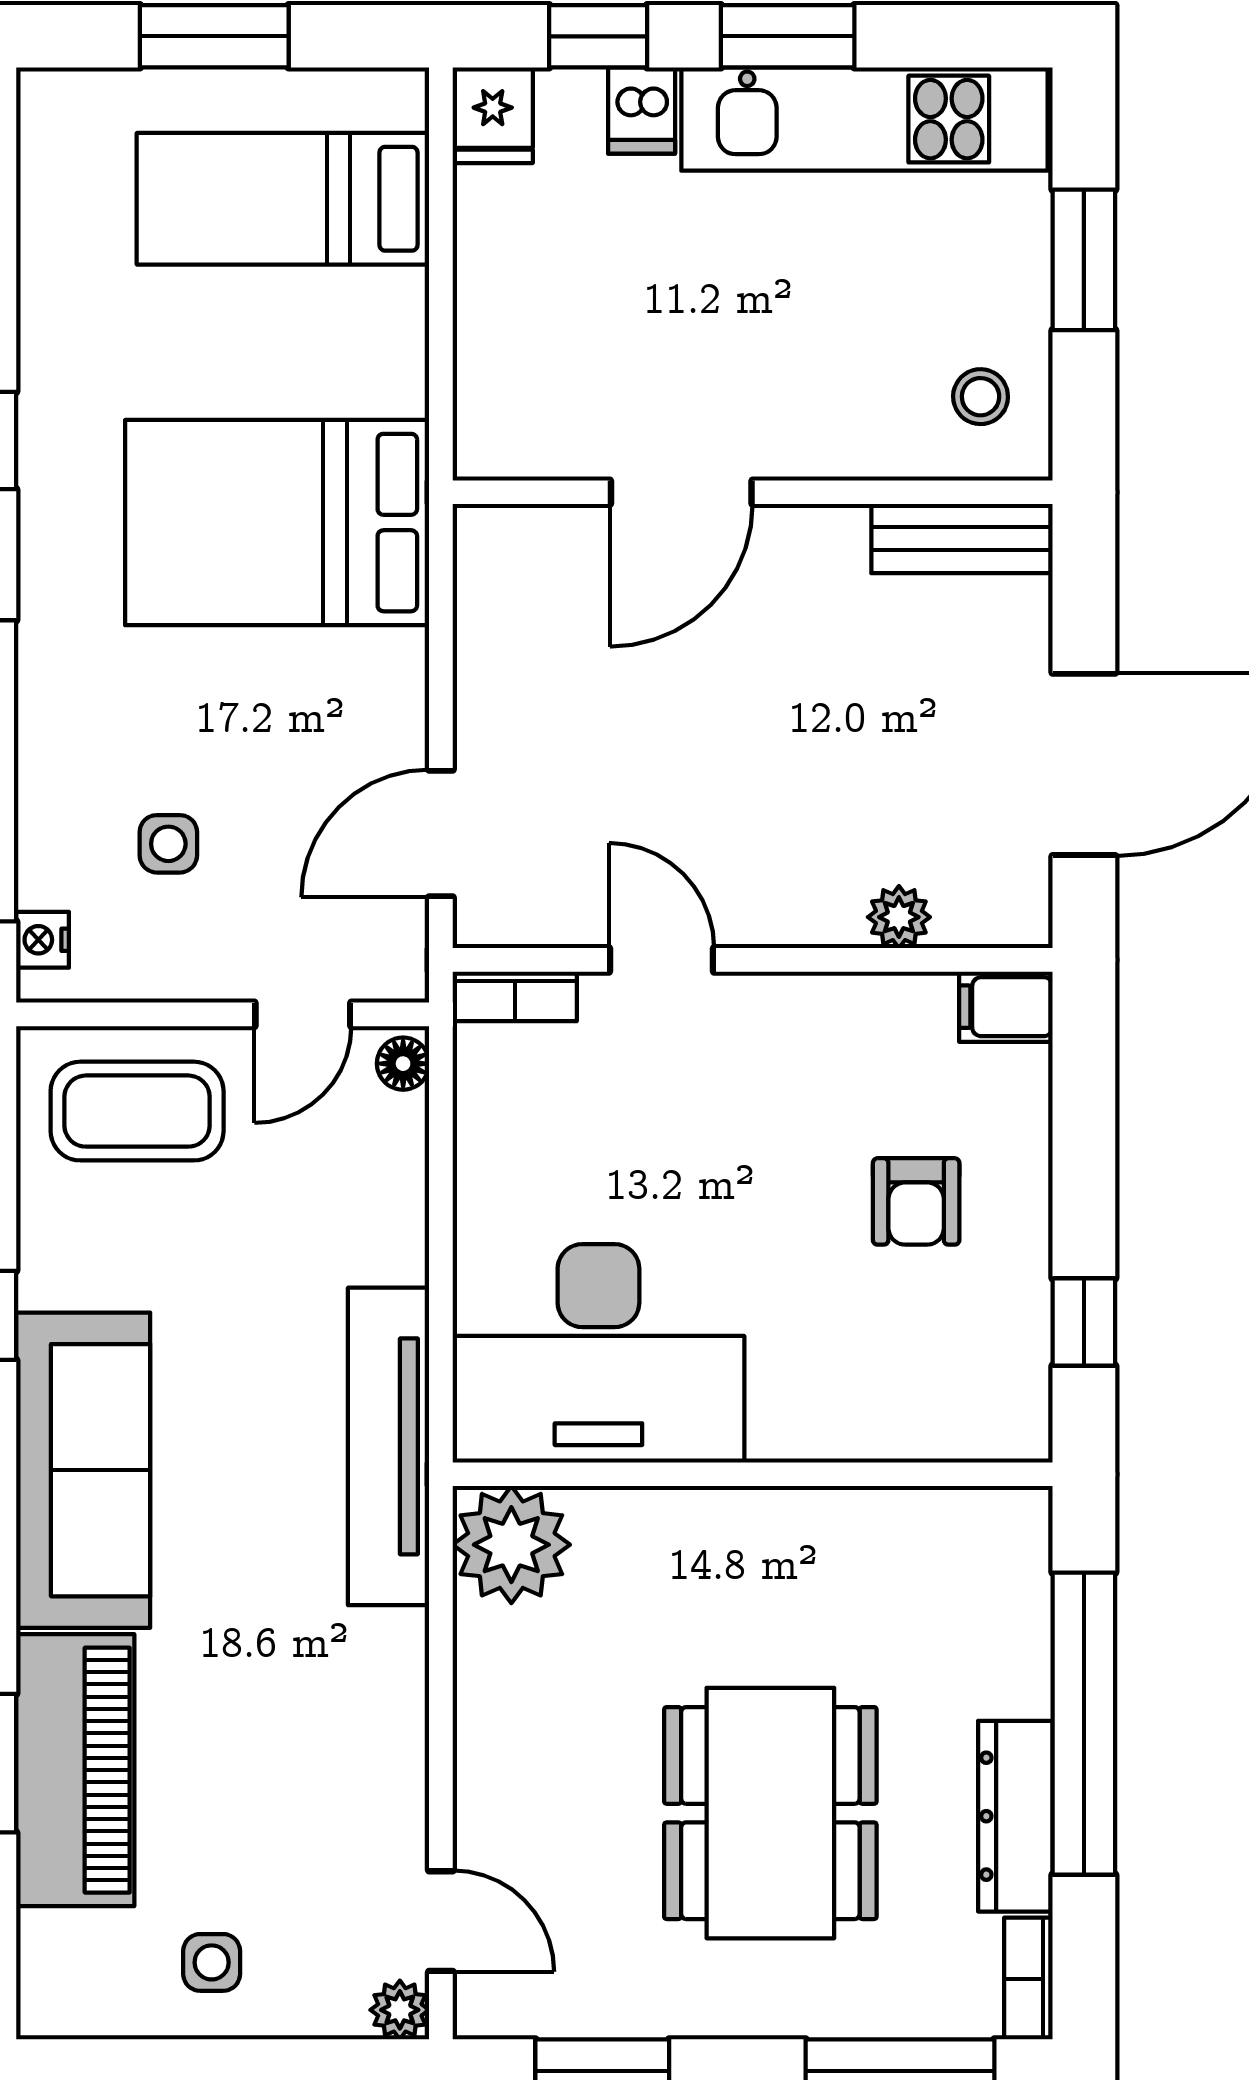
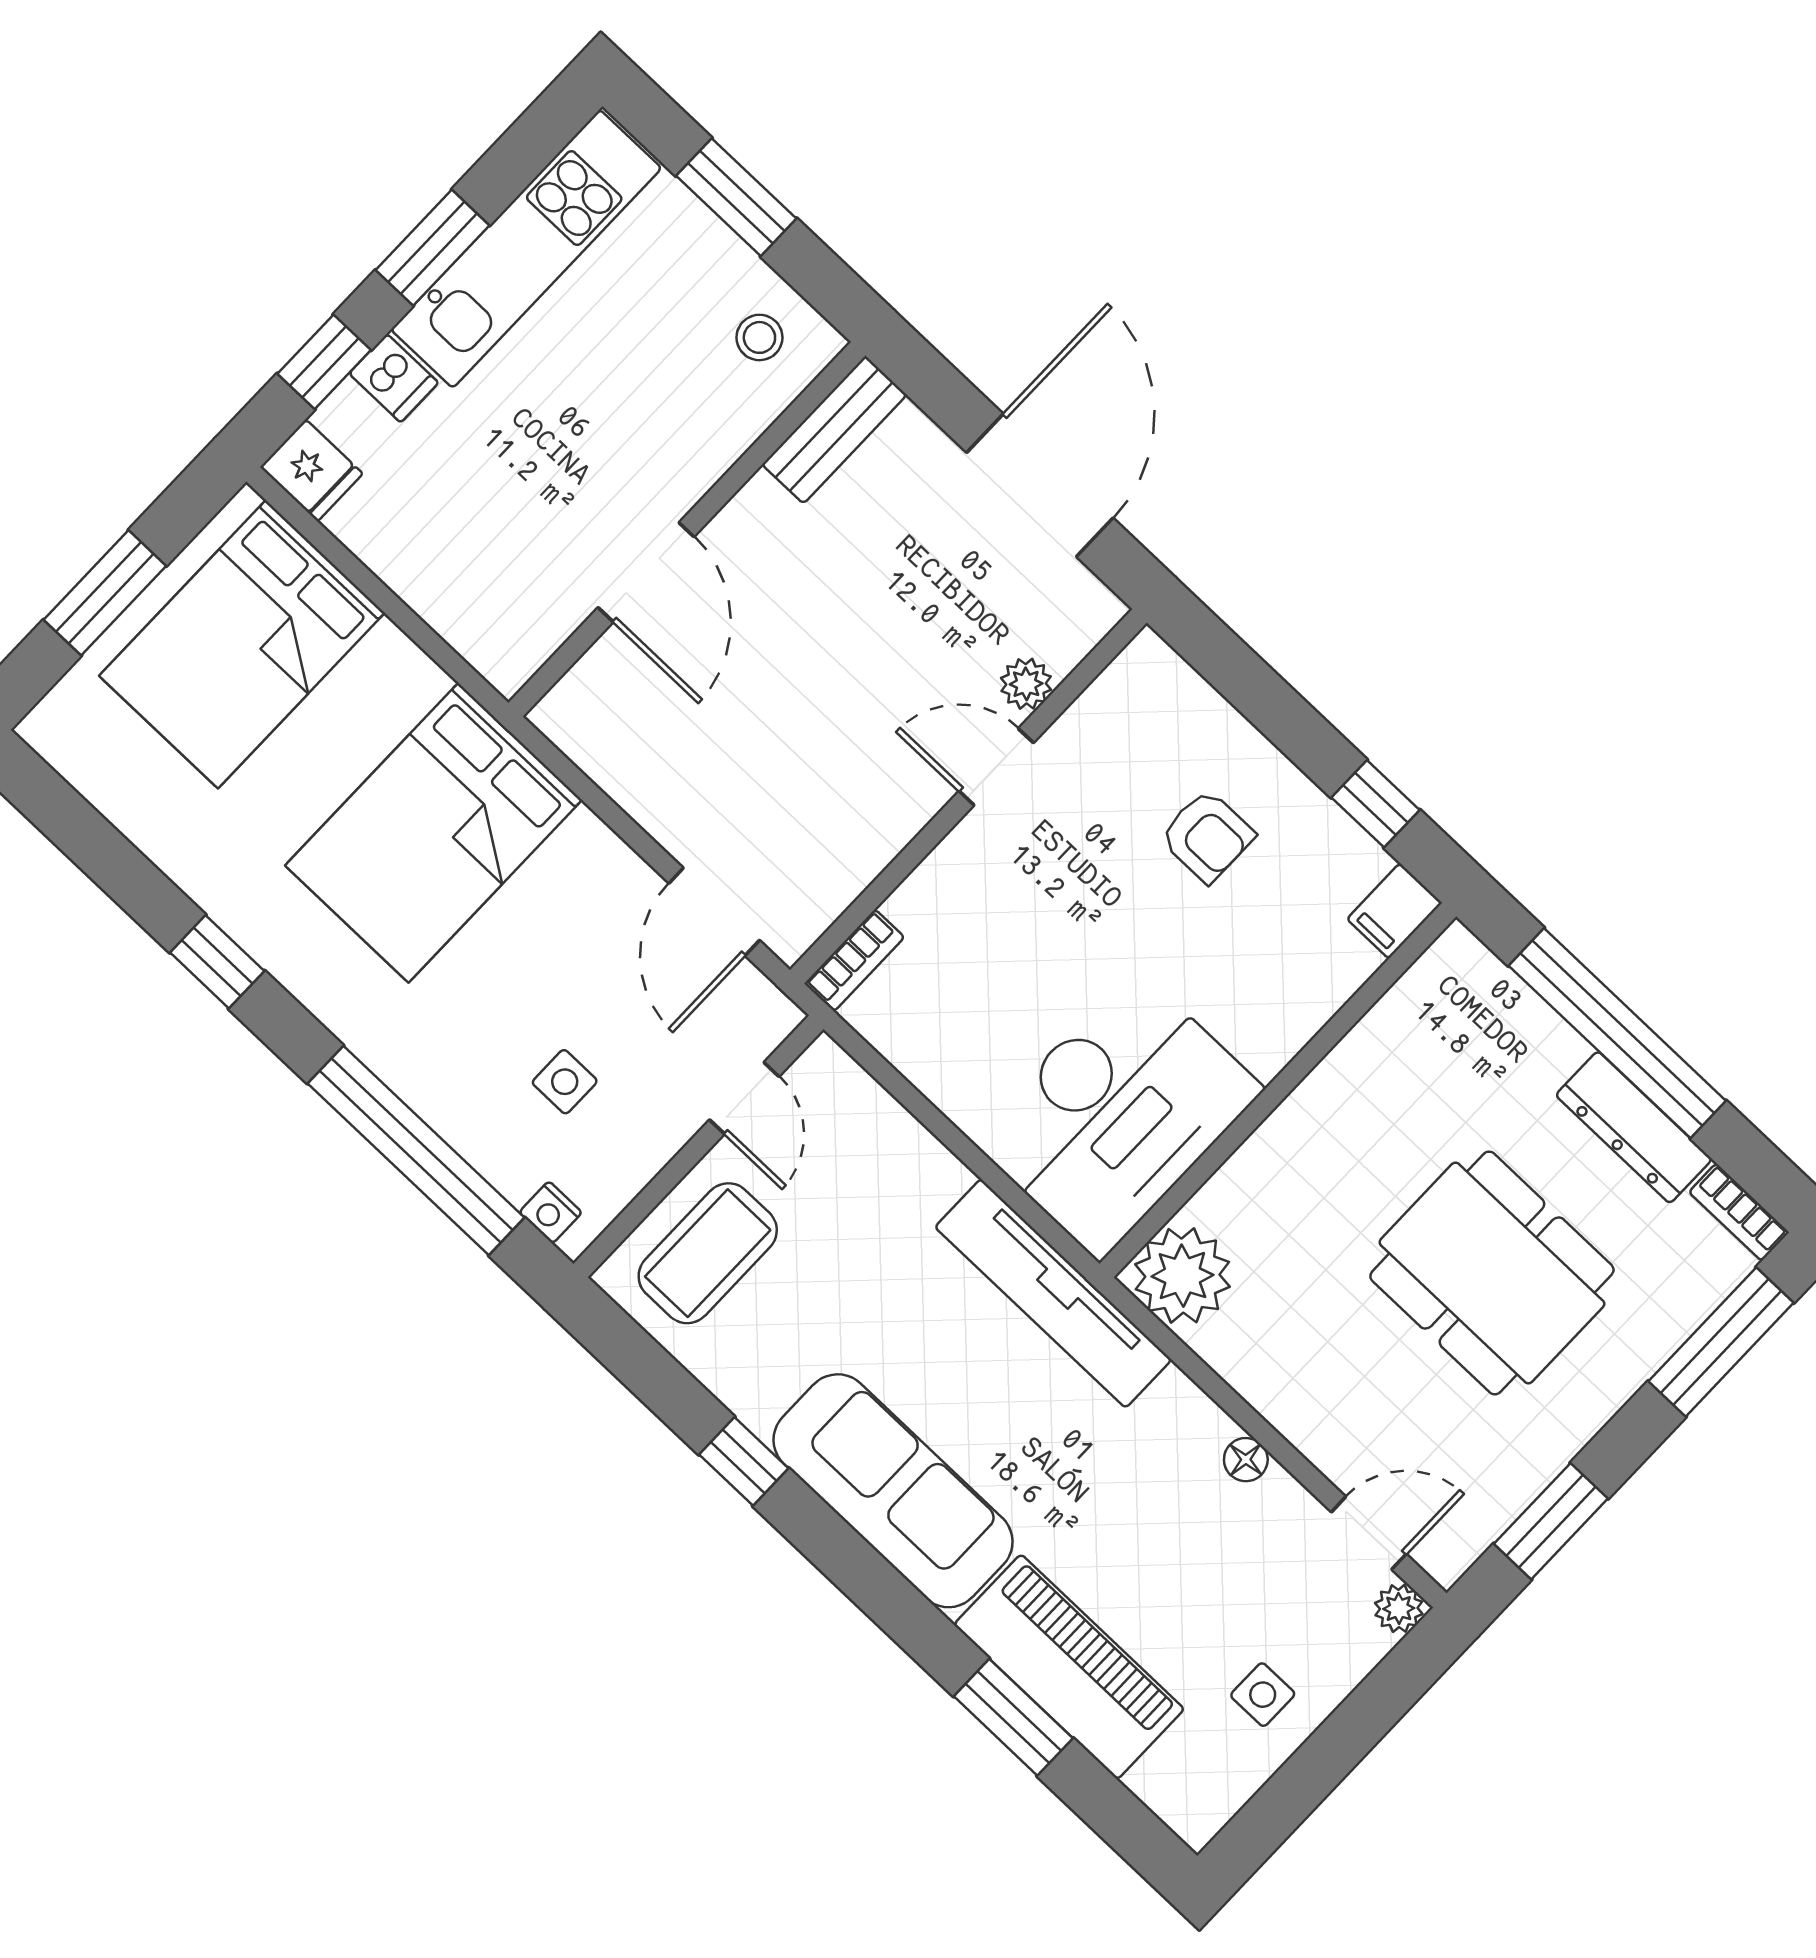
bed: (283, 199) -> (242, 644), width x1.50
door: (661, 960) -> (996, 767), moved
filing cabinet: (1006, 1007) -> (1394, 911), moved
floor lamp: (403, 1064) -> (1246, 1460), moved

